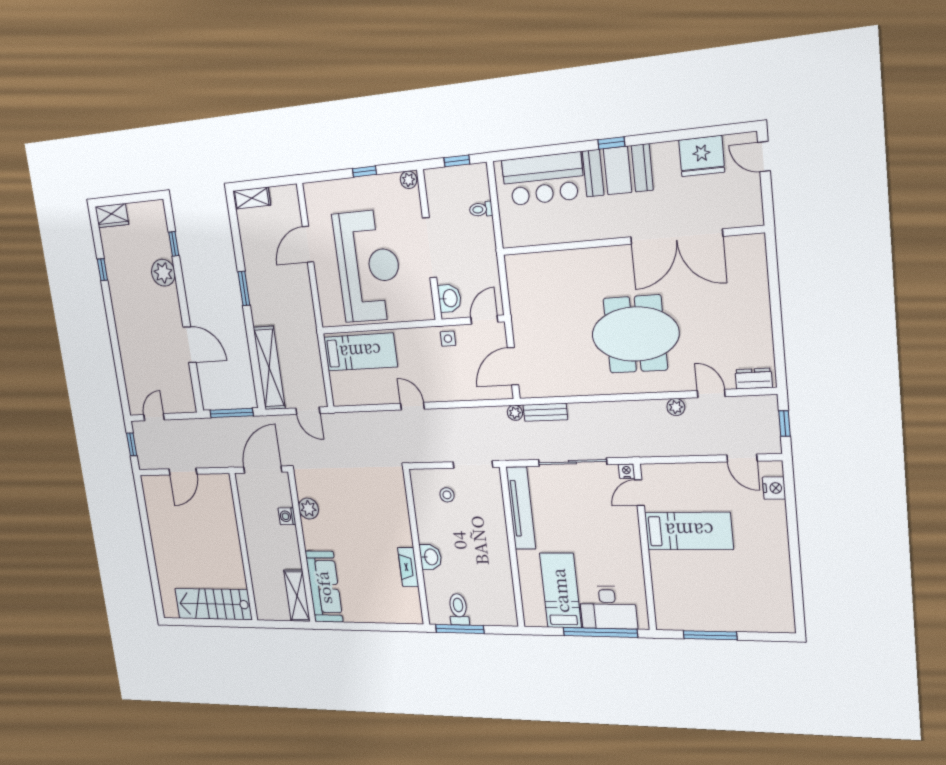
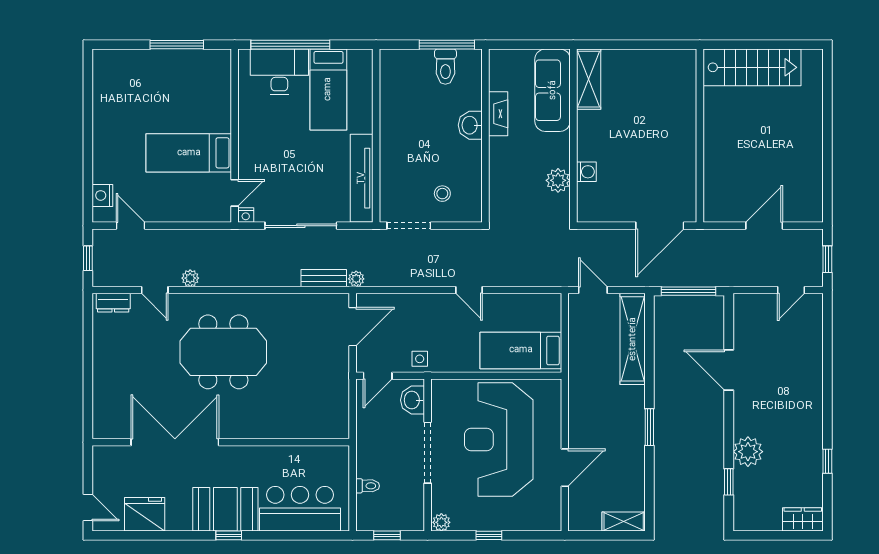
plant: (308, 509) -> (558, 180), moved
washing machine: (287, 516) -> (586, 172), moved
wall: (302, 547) -> (573, 136), moved
sofa: (324, 587) -> (553, 90), moved
shelving: (297, 596) -> (589, 79), moved

